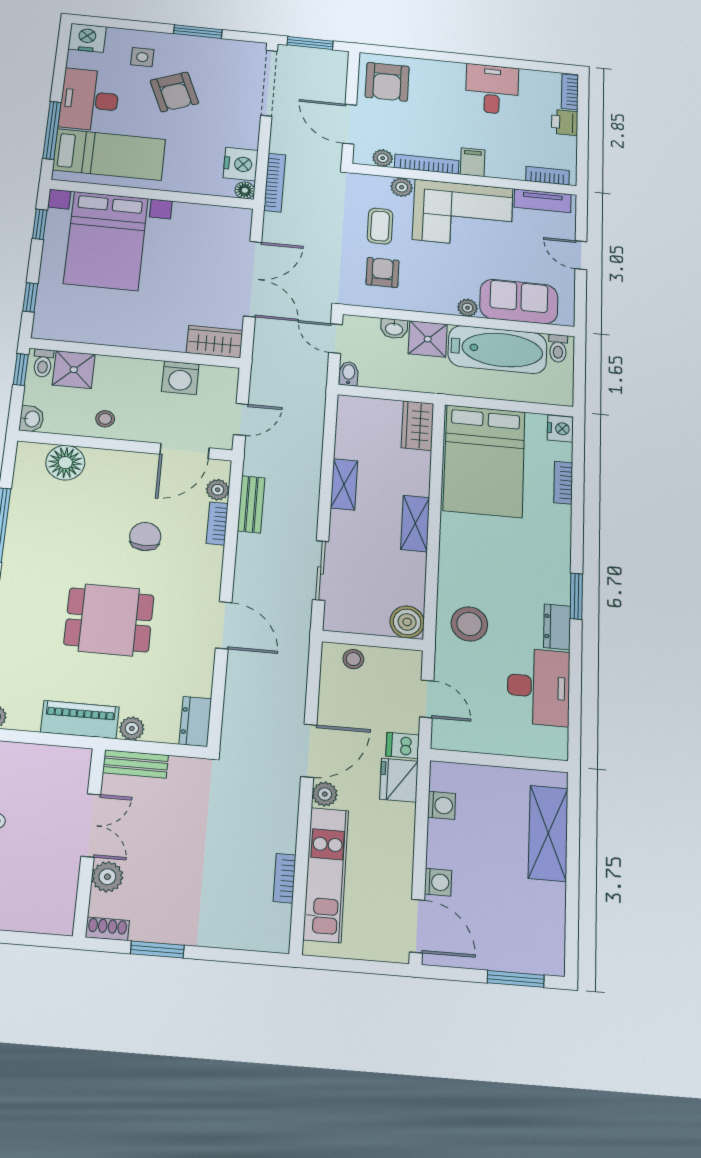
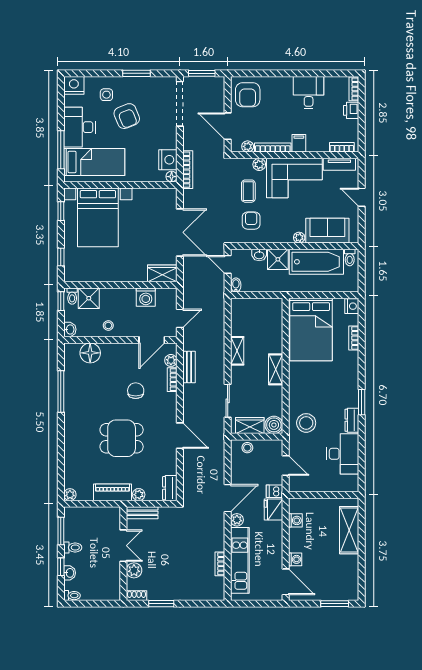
wardrobe: (418, 426) -> (250, 426), moved, turned 90

